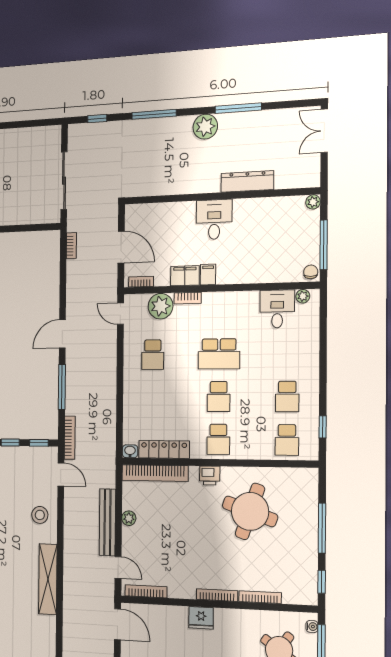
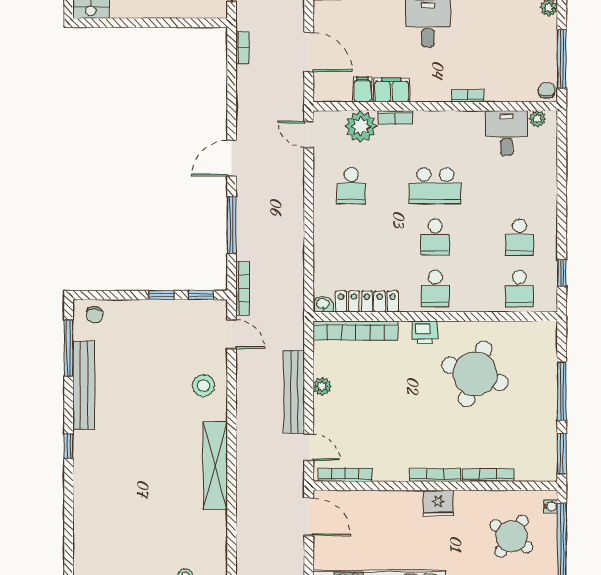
filing cabinet: (208, 275) -> (362, 90), moved
bookcase: (141, 282) -> (468, 96), moved
window: (322, 582) -> (562, 454), width x1.50
fridge: (201, 618) -> (438, 503), moved

